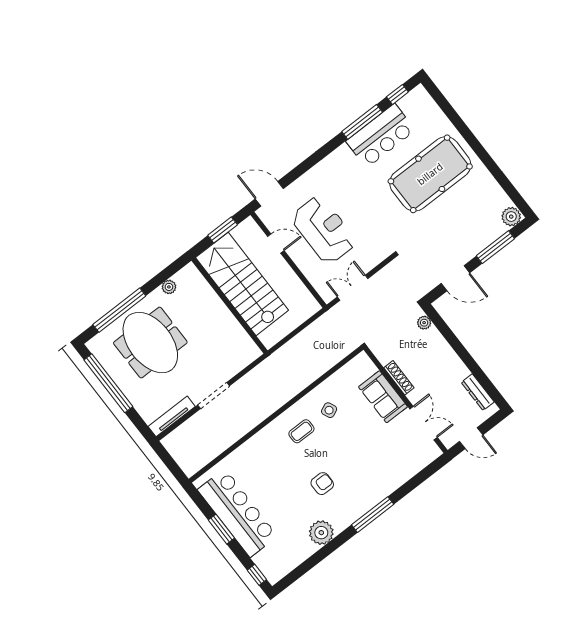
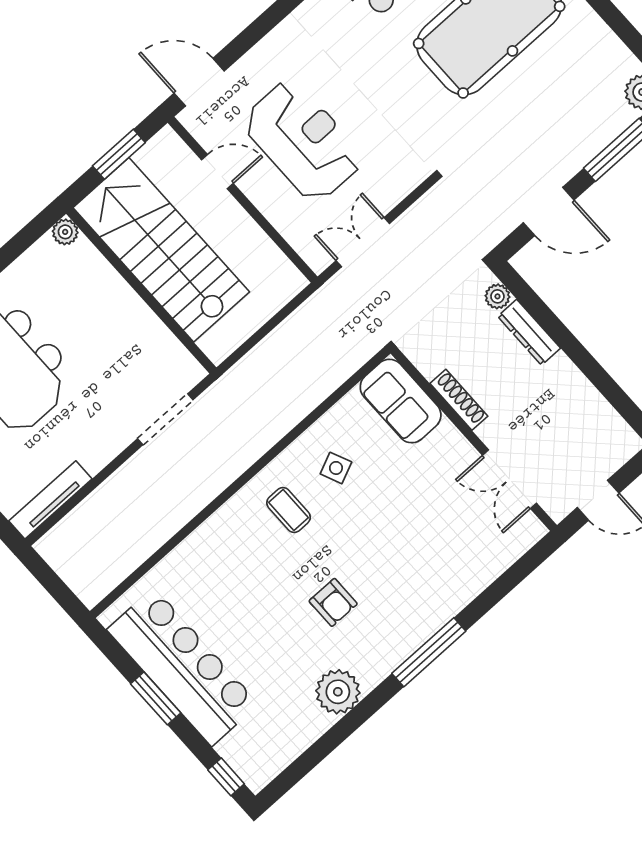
plant: (169, 287) -> (65, 232), moved
dresser: (478, 392) -> (529, 332), moved
doorway: (214, 395) -> (165, 419), moved
sofa: (383, 397) -> (401, 401), moved
double door: (424, 423) -> (510, 479), swing flipped
coffee table: (301, 431) -> (289, 510), turned 90
armchair: (322, 484) -> (333, 602), turned 90

